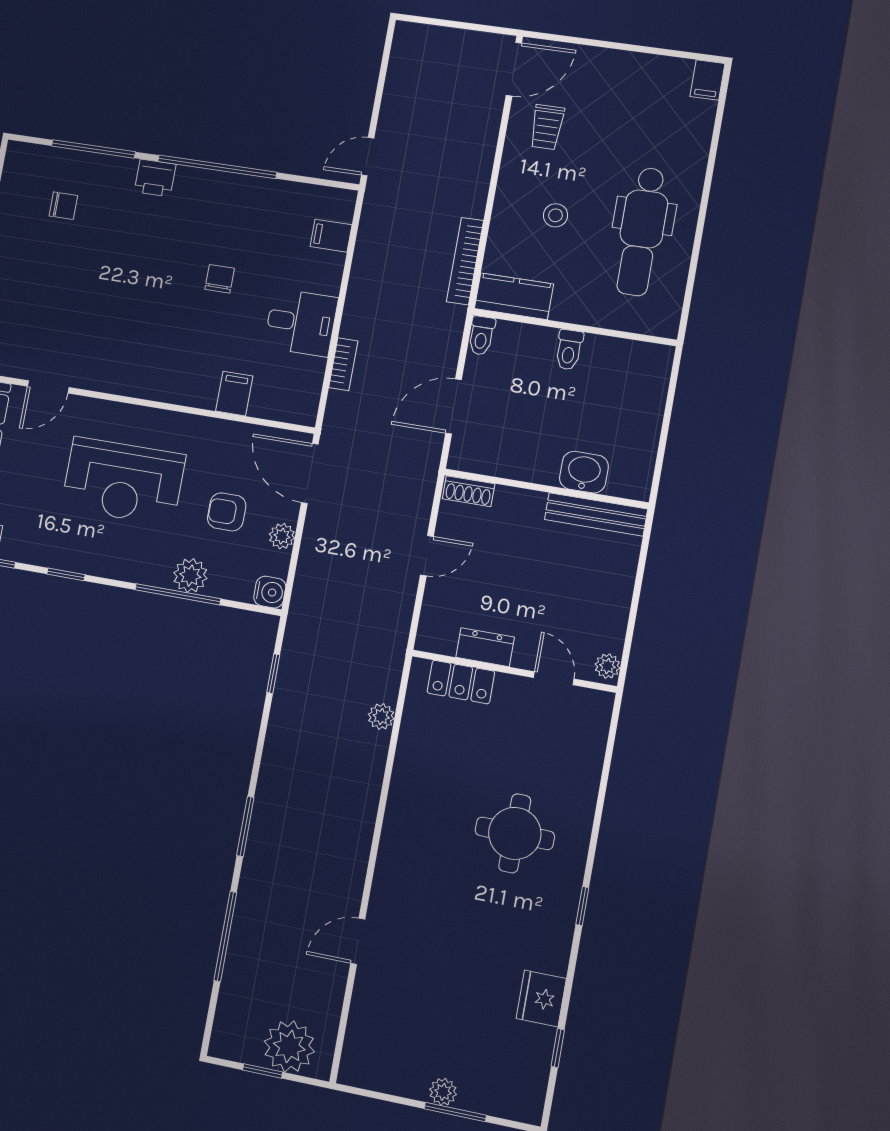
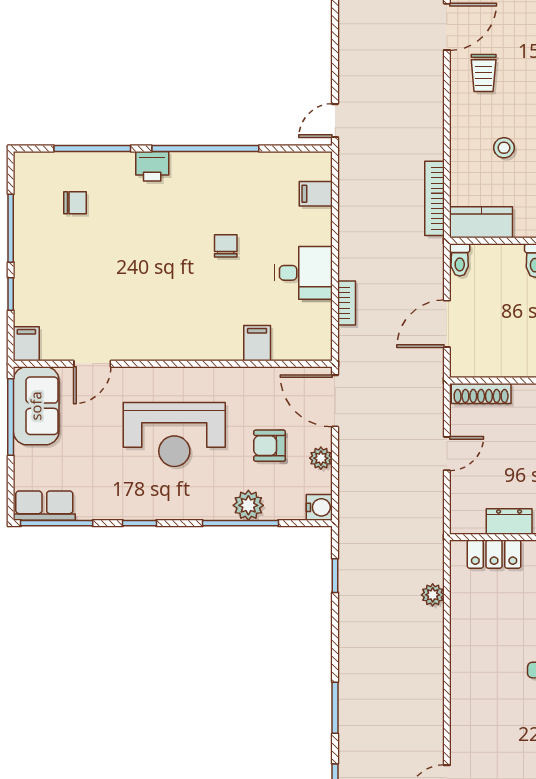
shoe rack: (469, 491) -> (481, 393), width x1.43

